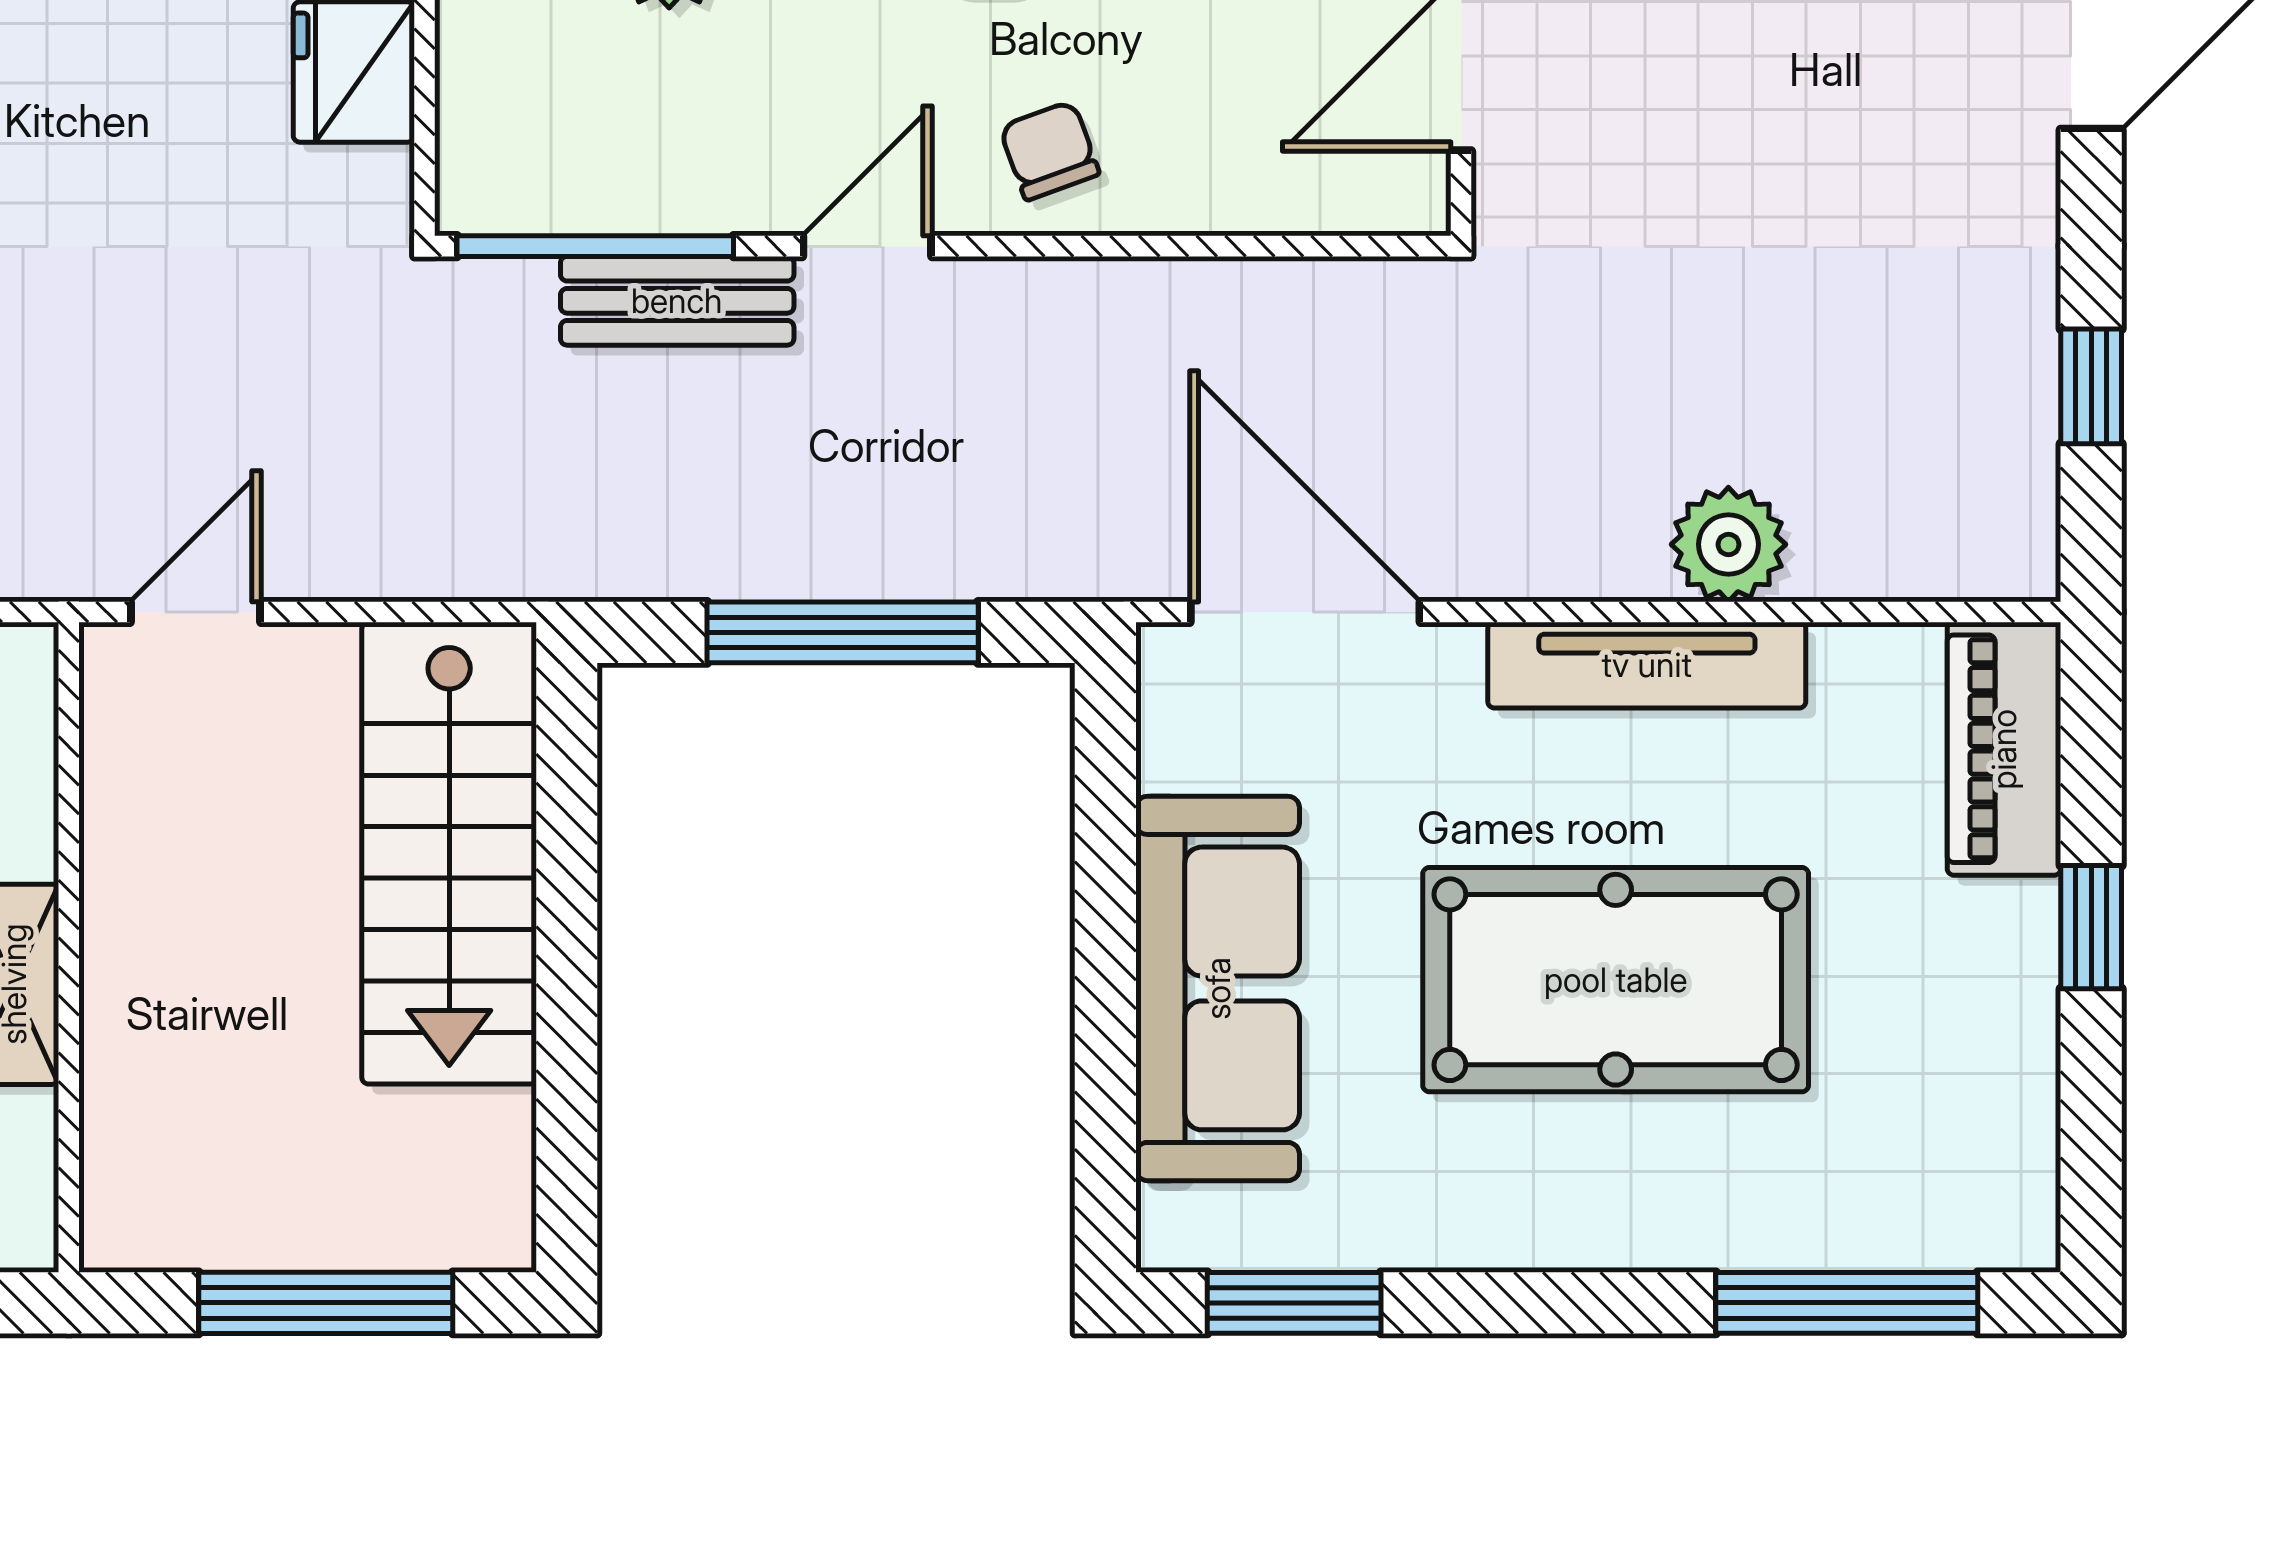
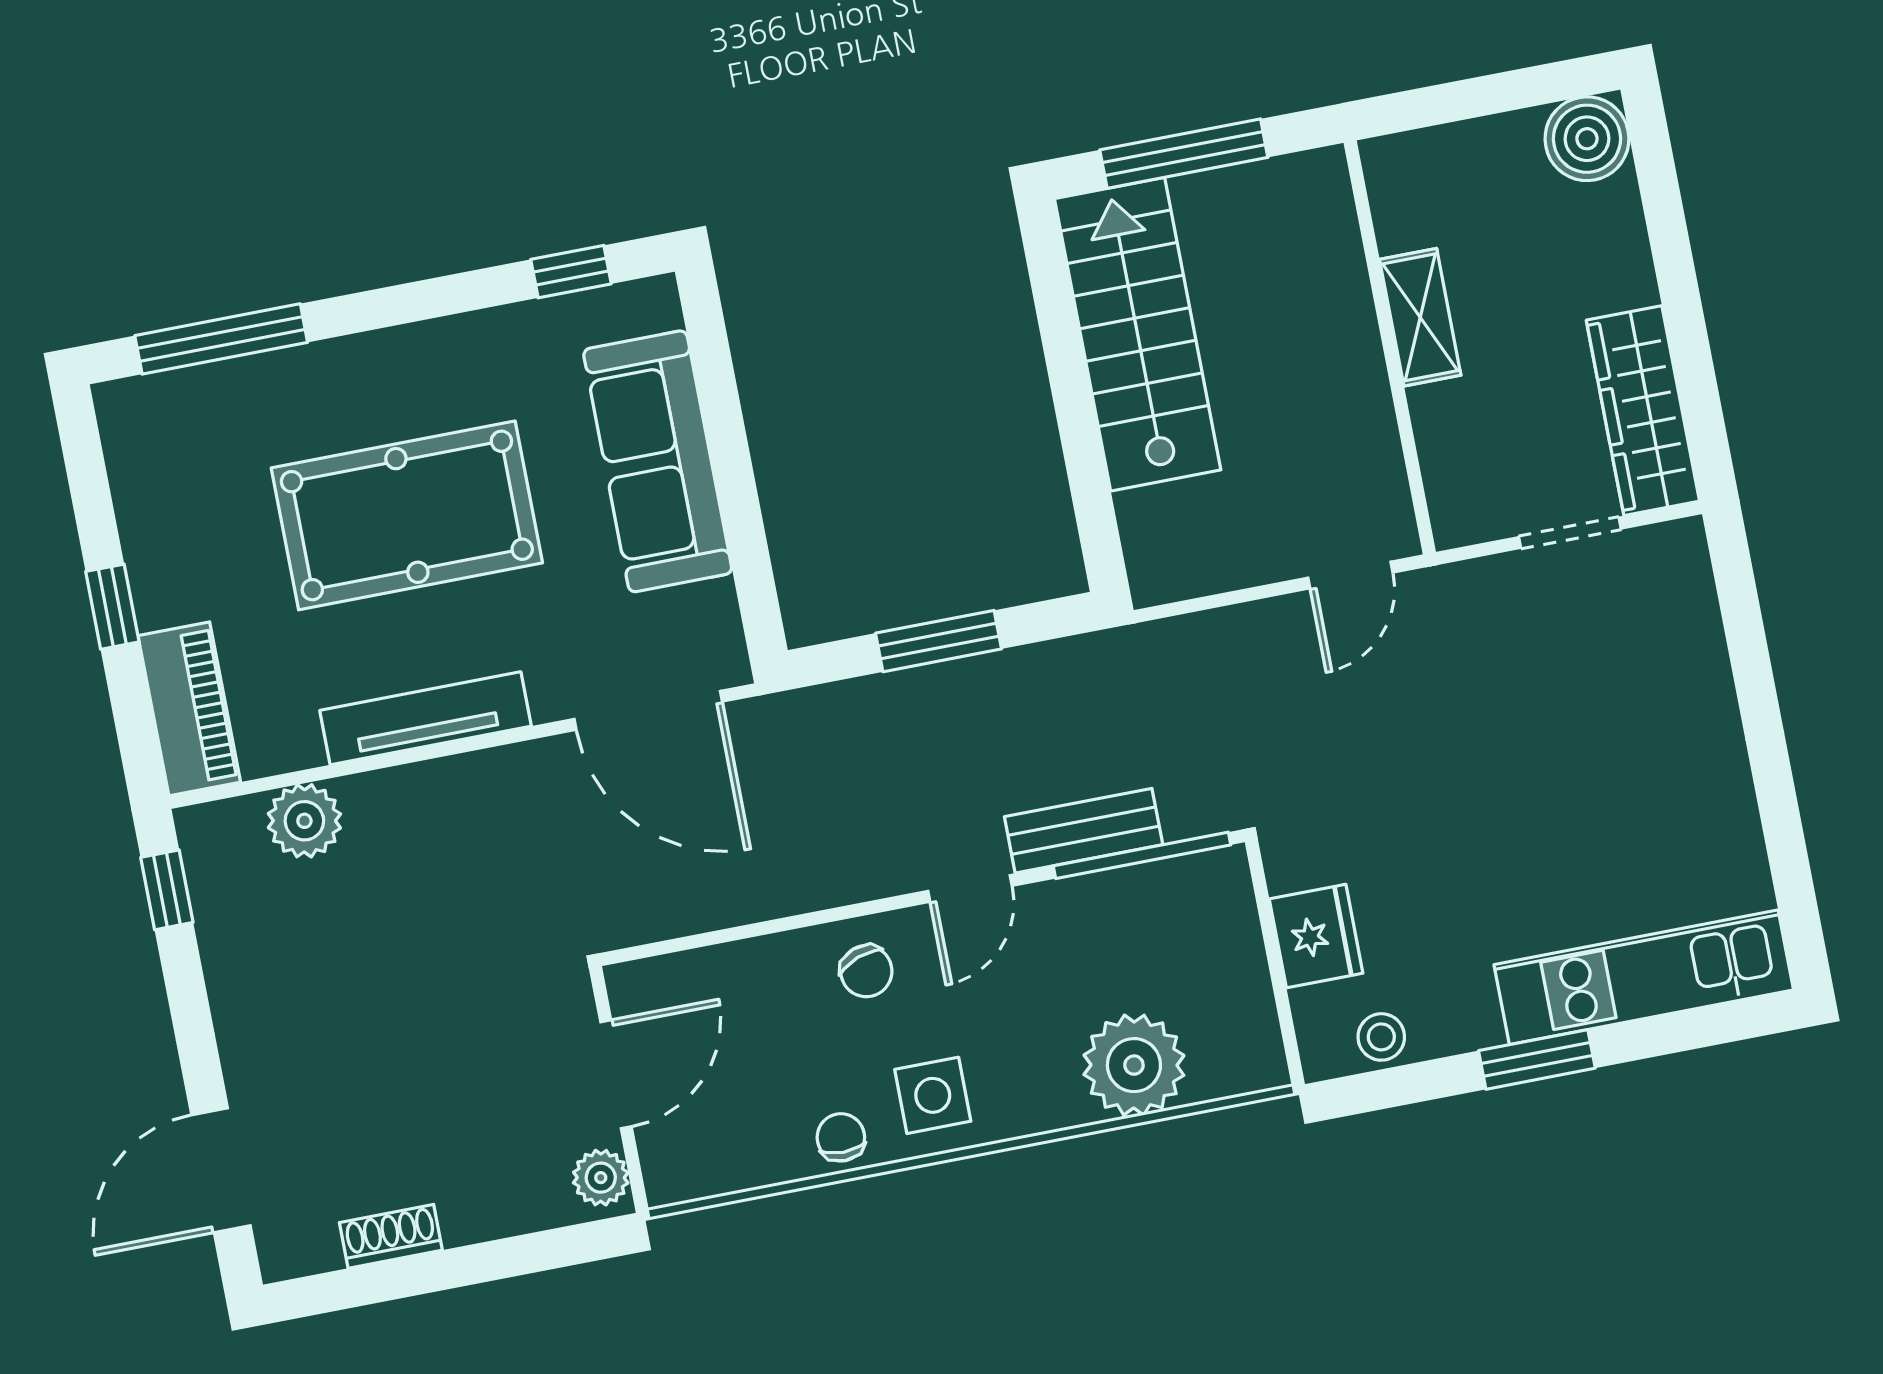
window: (2091, 386) -> (167, 890), moved
plant: (1728, 544) -> (304, 821), moved
window: (843, 632) -> (938, 641), width x0.69
stairs: (449, 853) -> (1138, 334), moved
window: (1294, 1303) -> (571, 272), width x0.67

